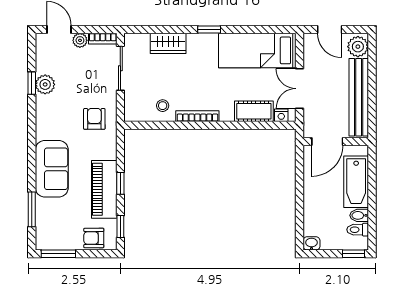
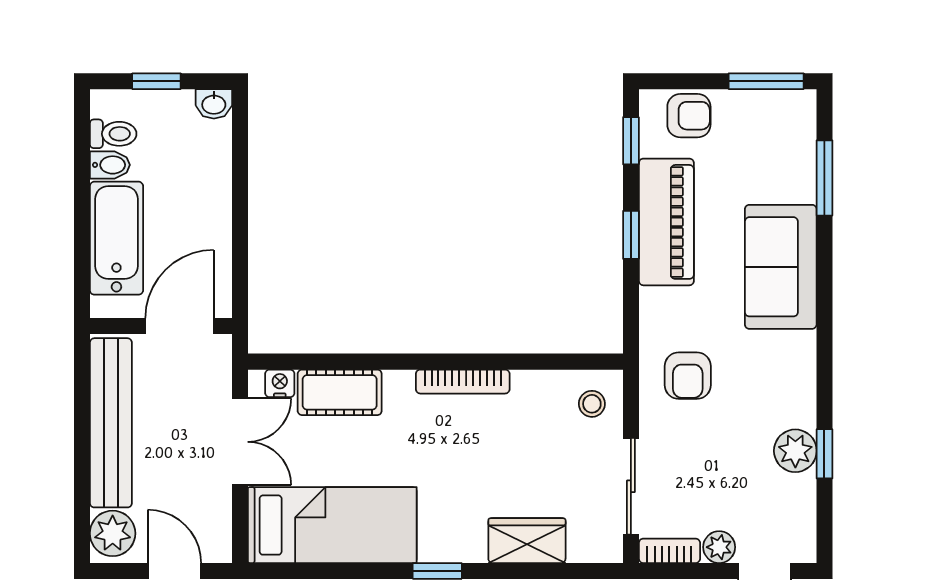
stool: (163, 106) -> (592, 404), moved
window: (354, 254) -> (156, 81), moved

